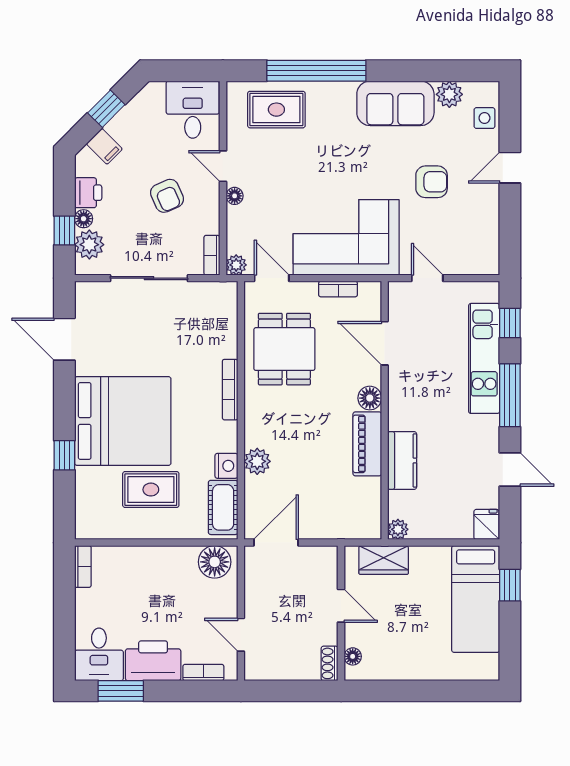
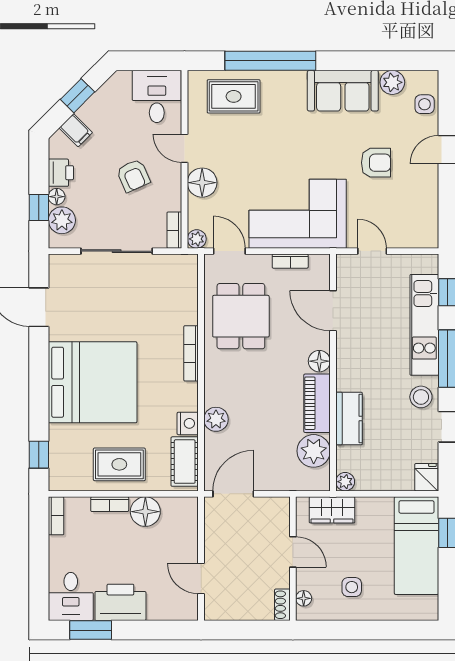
floor lamp: (235, 196) -> (202, 183), width x1.89, depth x1.89
stool: (481, 437) -> (421, 397), added
window: (64, 455) -> (39, 455), moved
rug: (151, 490) -> (119, 464), moved
plant: (364, 496) -> (314, 451), added
floor lamp: (215, 562) -> (145, 512), moved
side table: (405, 644) -> (352, 587), added
bookcase: (203, 672) -> (110, 504), moved, turned 180

